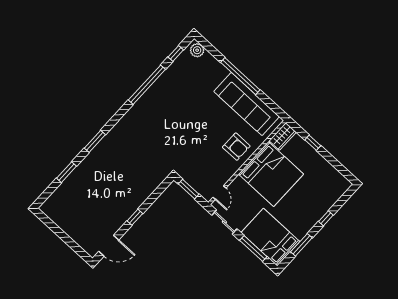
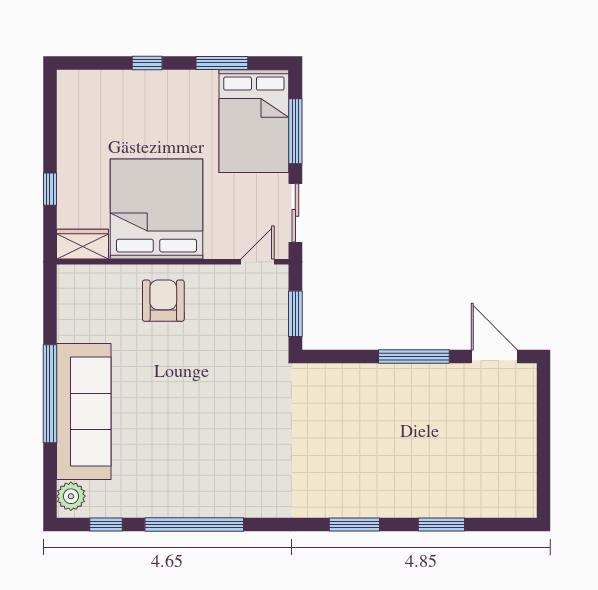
sofa: (247, 104) -> (84, 411), moved
window: (135, 217) -> (414, 356), width x2.17

